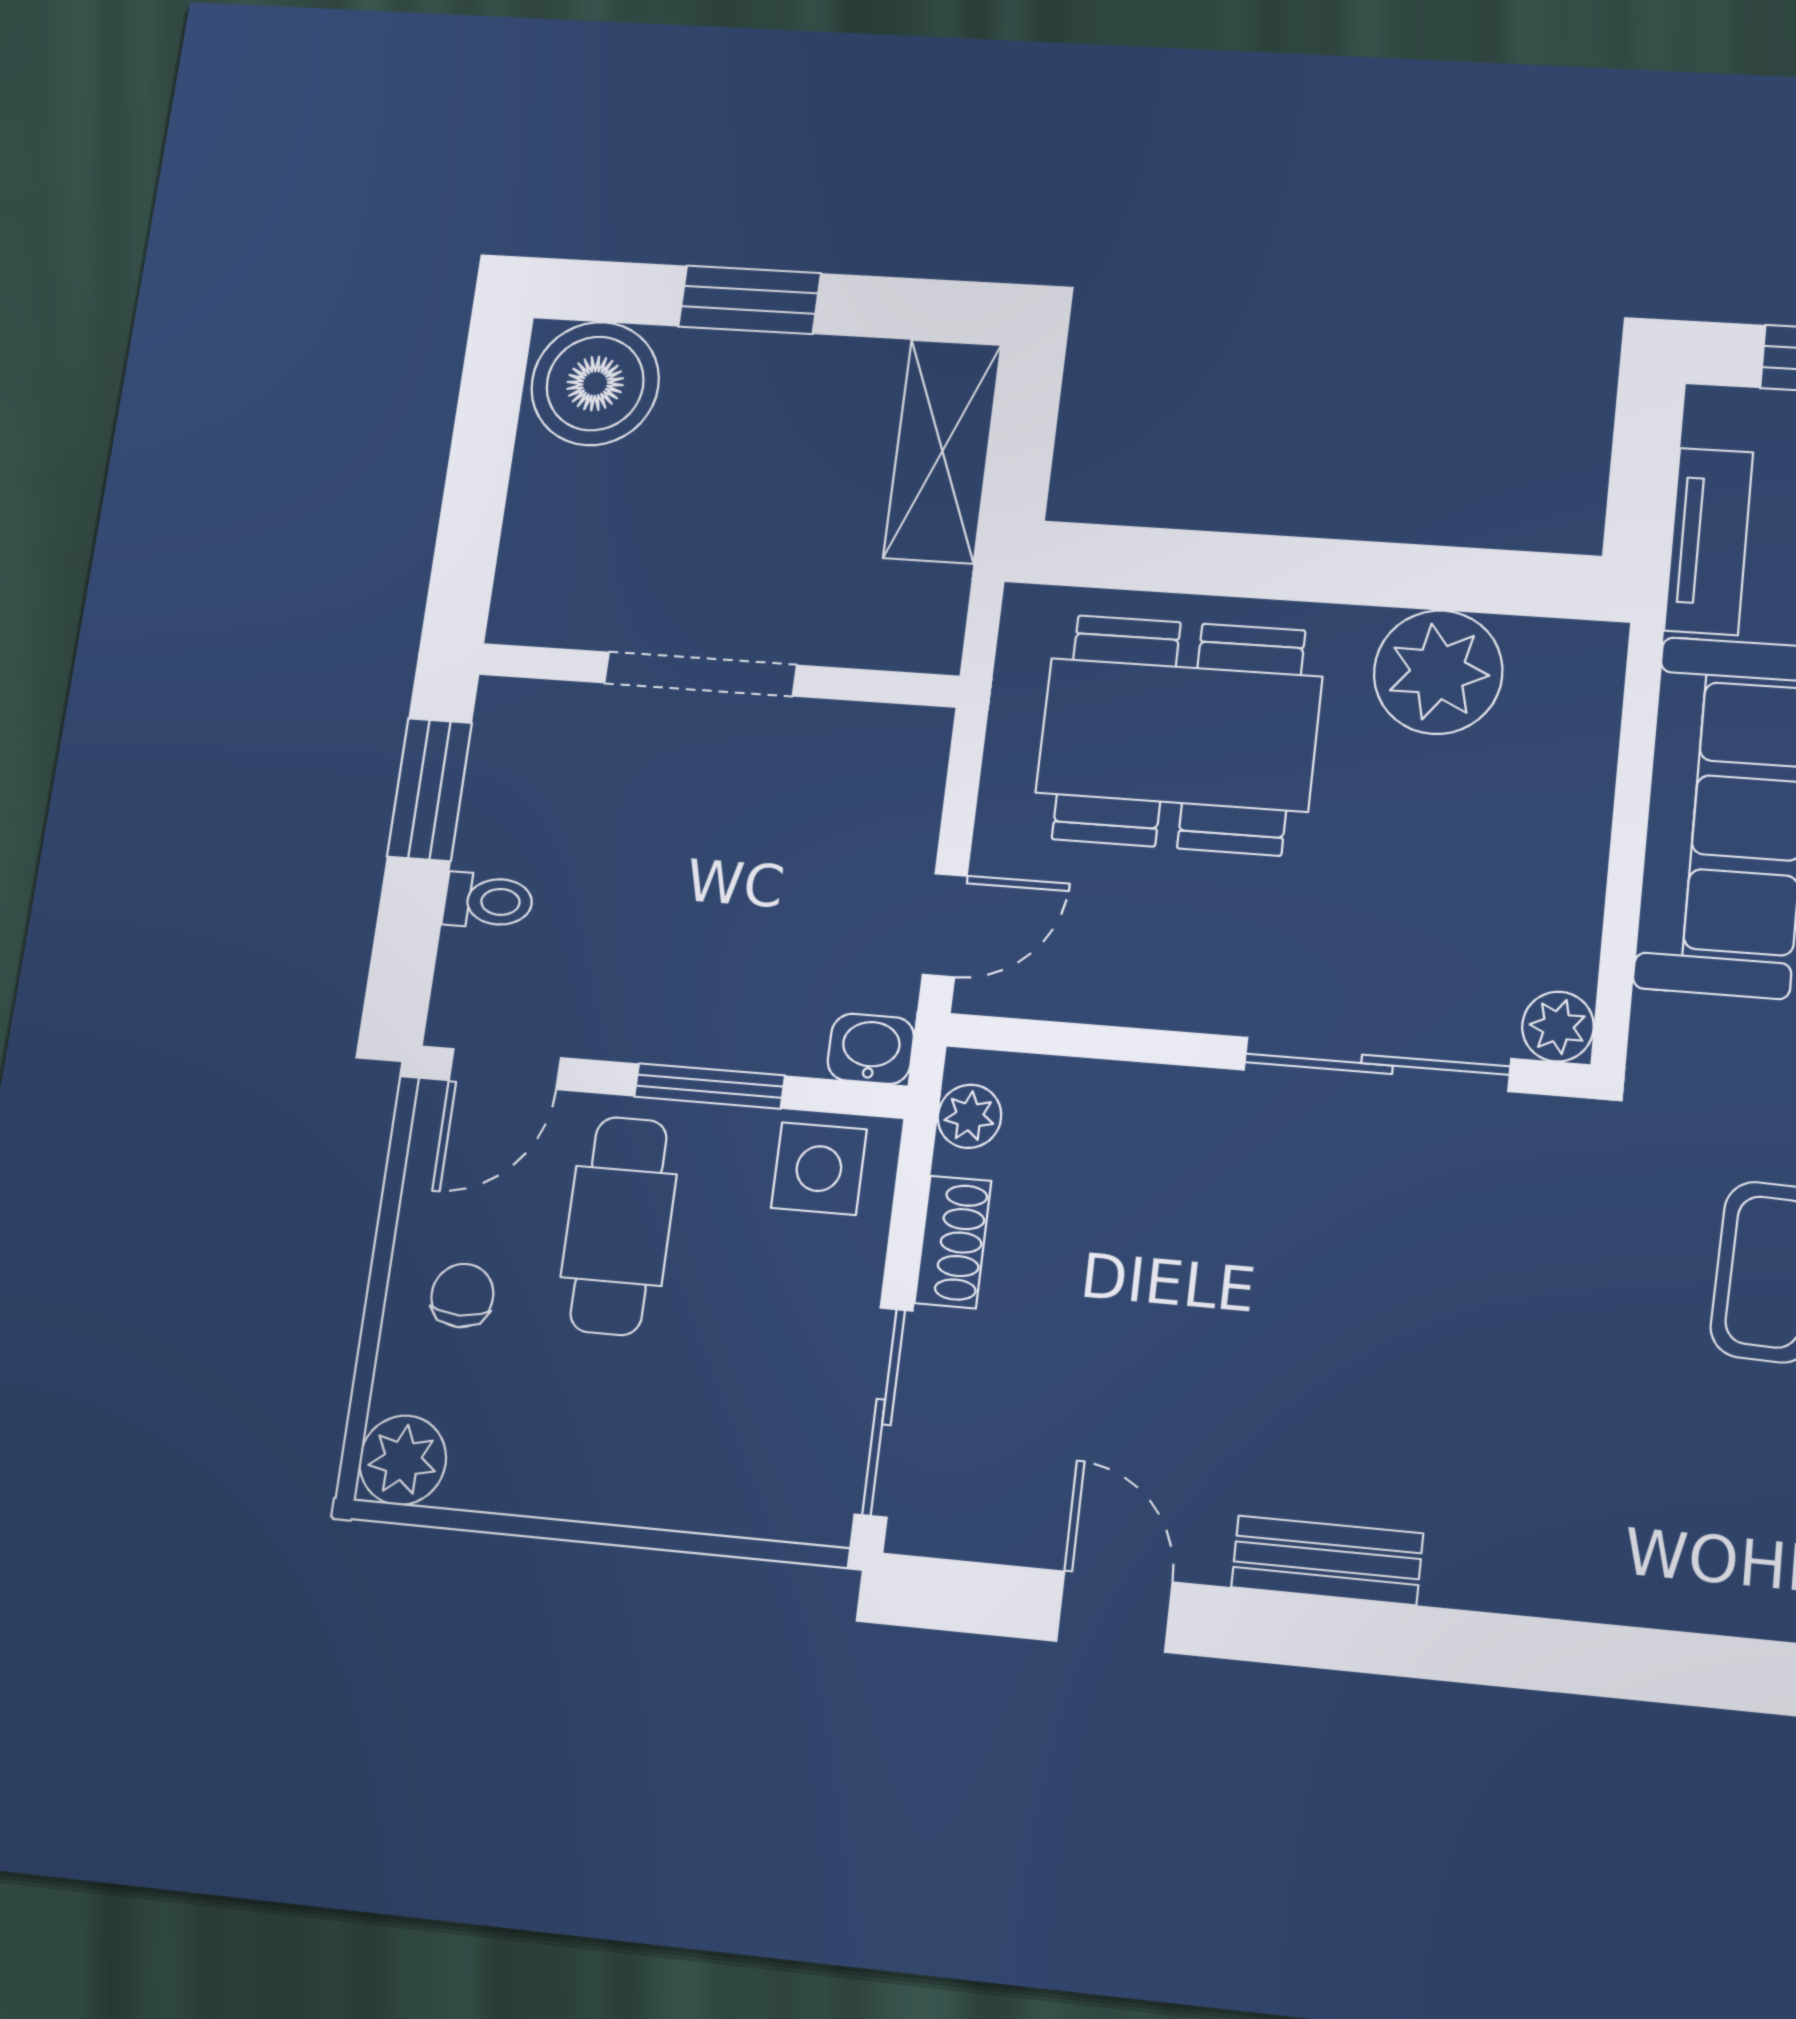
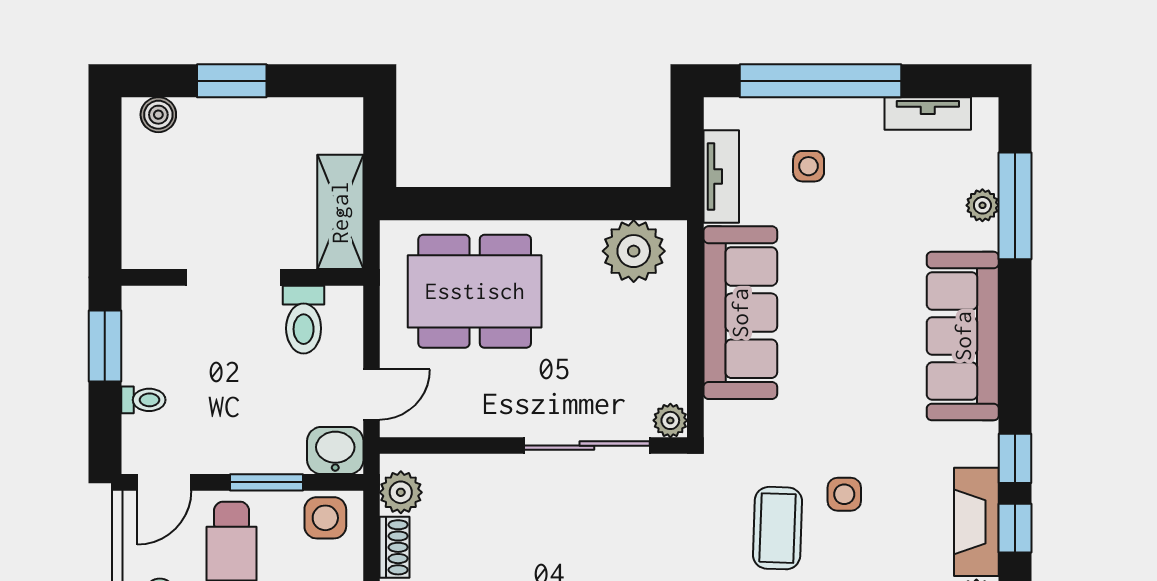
boiler: (595, 384) -> (158, 115), width x0.54, depth x0.54
shelving: (942, 451) -> (340, 212), moved
plant: (1438, 672) -> (634, 251), moved
toilet: (828, 766) -> (304, 320), added
washbasin: (871, 1049) -> (335, 450), width x1.38, depth x1.45
plant: (969, 1116) -> (401, 492), width x1.38, depth x1.38

